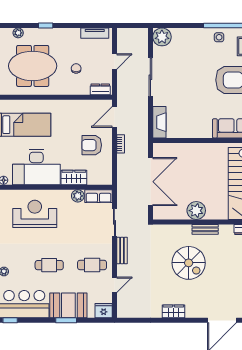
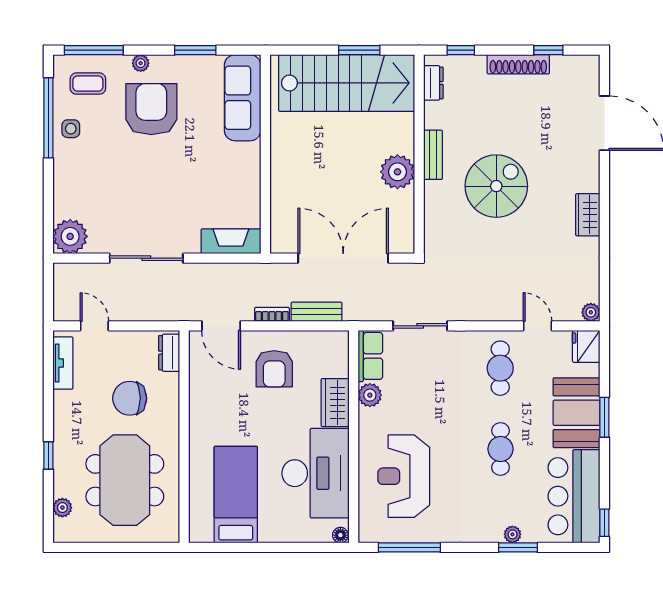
door: (114, 61) -> (94, 326), moved
chair: (76, 68) -> (130, 398), width x1.87, depth x1.87
bench: (122, 251) -> (317, 312), moved
plant: (122, 313) -> (591, 312), added

